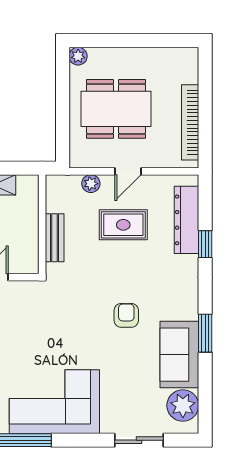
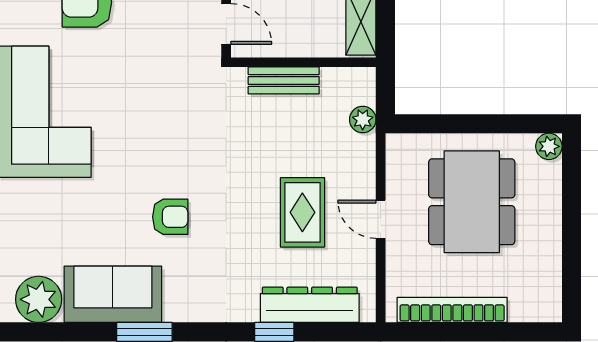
plant: (91, 184) -> (363, 120), moved
wall: (42, 224) -> (303, 62), moved
bench: (55, 238) -> (284, 80), moved

